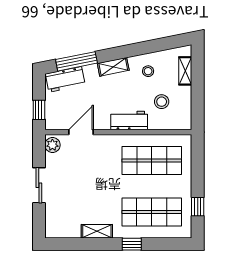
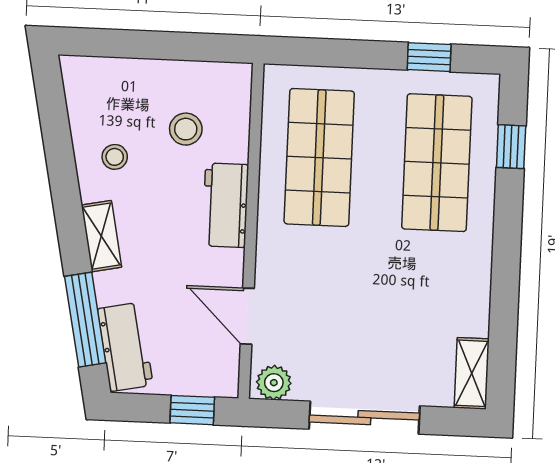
shelving: (185, 71) -> (118, 72), removed
sliding door: (39, 185) -> (364, 418), width x1.37
shelving: (97, 231) -> (472, 373), moved
window: (132, 244) -> (511, 147), moved

